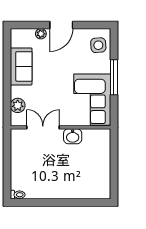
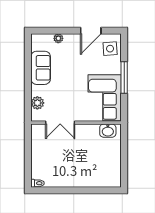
door: (61, 25) -> (91, 31), moved
double door: (43, 127) -> (60, 123), swing flipped
washbasin: (73, 136) -> (108, 131), moved

